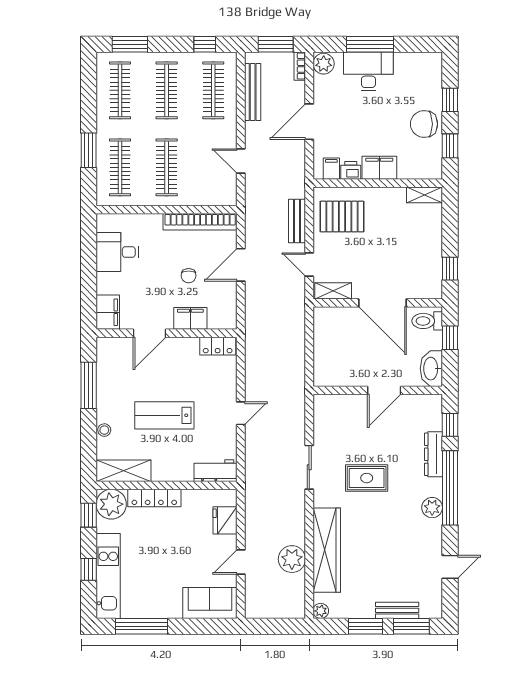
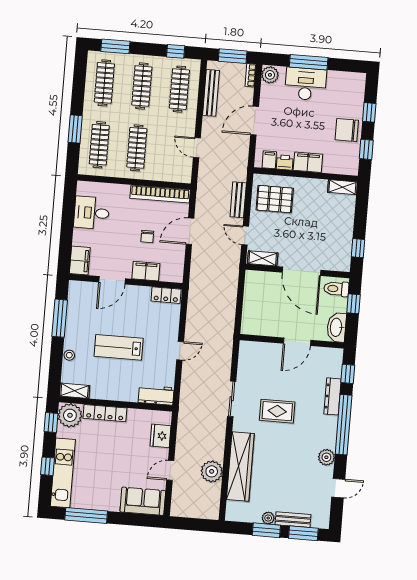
shelving: (124, 471) -> (75, 391), width x0.67, depth x0.75
plant: (432, 508) -> (326, 457), moved
plant: (321, 611) -> (268, 518), moved

